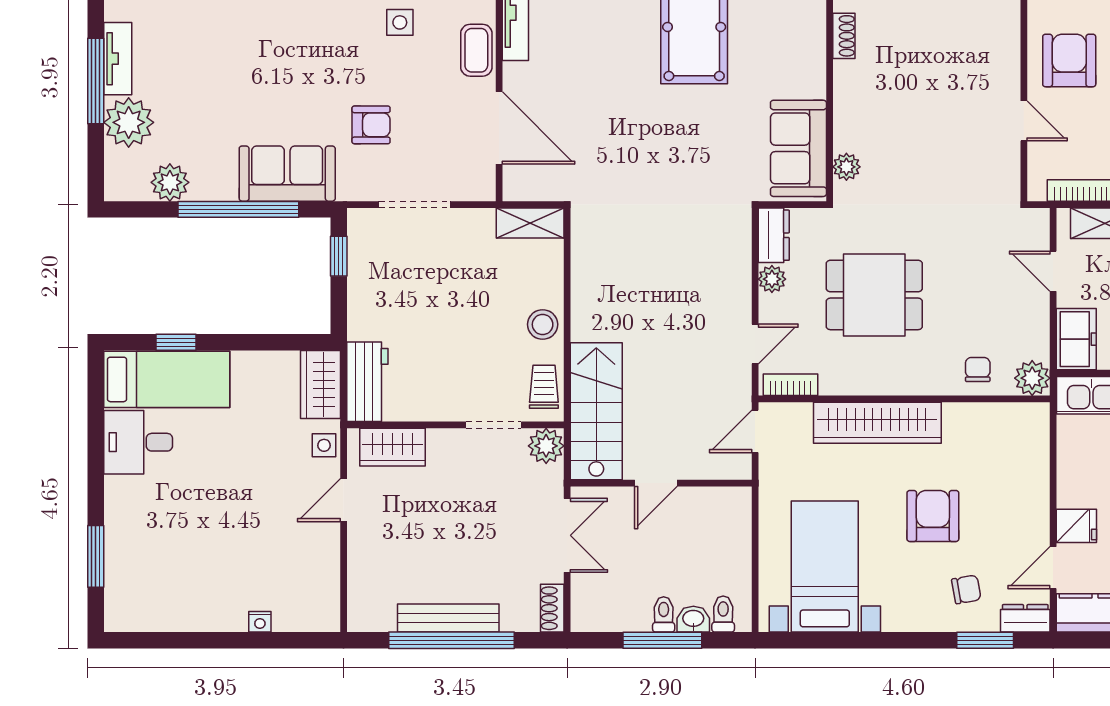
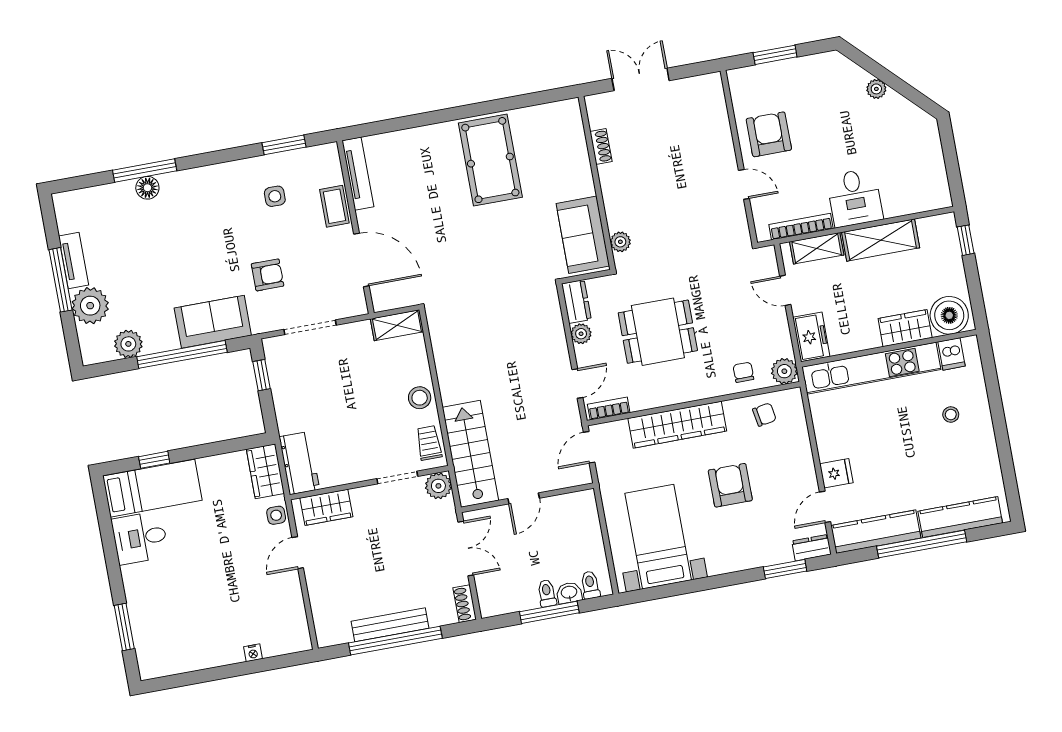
chair: (966, 589) -> (764, 415), moved

